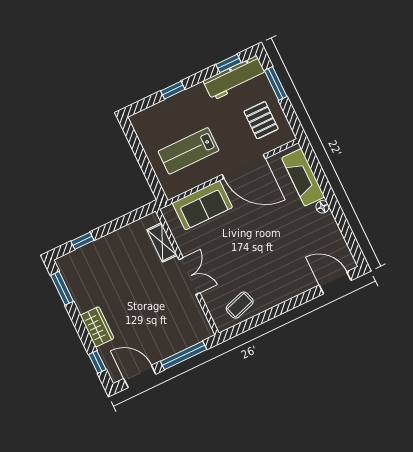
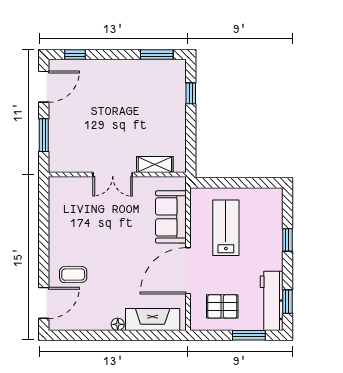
coffee table: (240, 305) -> (73, 275), moved, turned -73
wardrobe: (97, 327) -> (107, 70), removed
window: (184, 355) -> (44, 135), width x0.69

